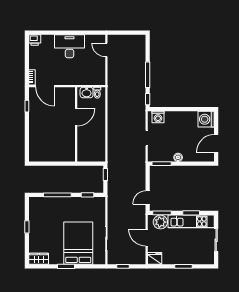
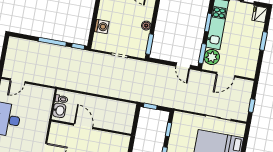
washing machine: (158, 117) -> (102, 26), moved
fridge: (155, 258) -> (260, 14), moved

